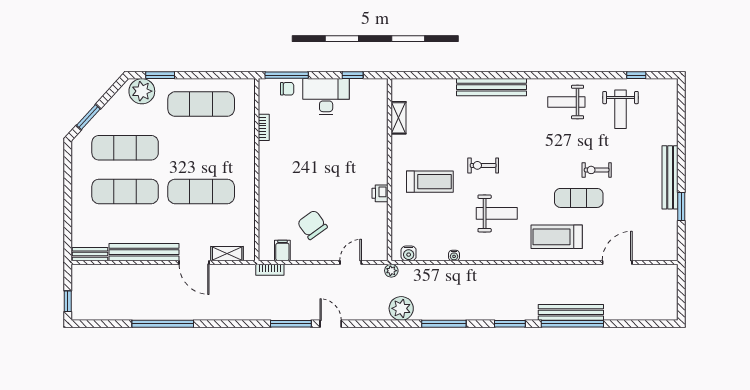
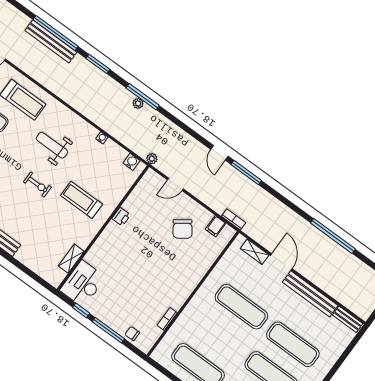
window: (287, 75) -> (108, 330), moved
desk: (326, 97) -> (83, 284), moved, turned 90
plant: (401, 308) -> (138, 103), moved, width x0.53, depth x0.53

